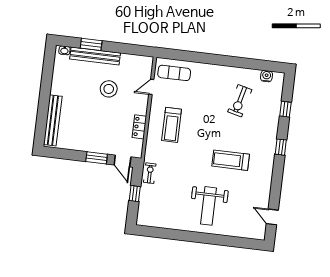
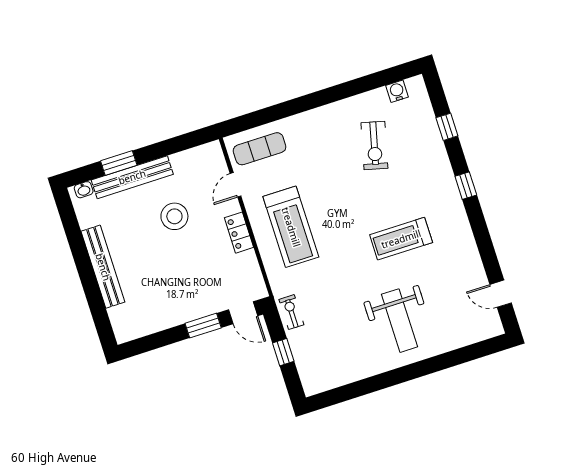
bench: (53, 120) -> (103, 267), moved
treadmill: (172, 125) -> (291, 227), width x1.37, depth x1.38
locker: (139, 127) -> (239, 233), moved

